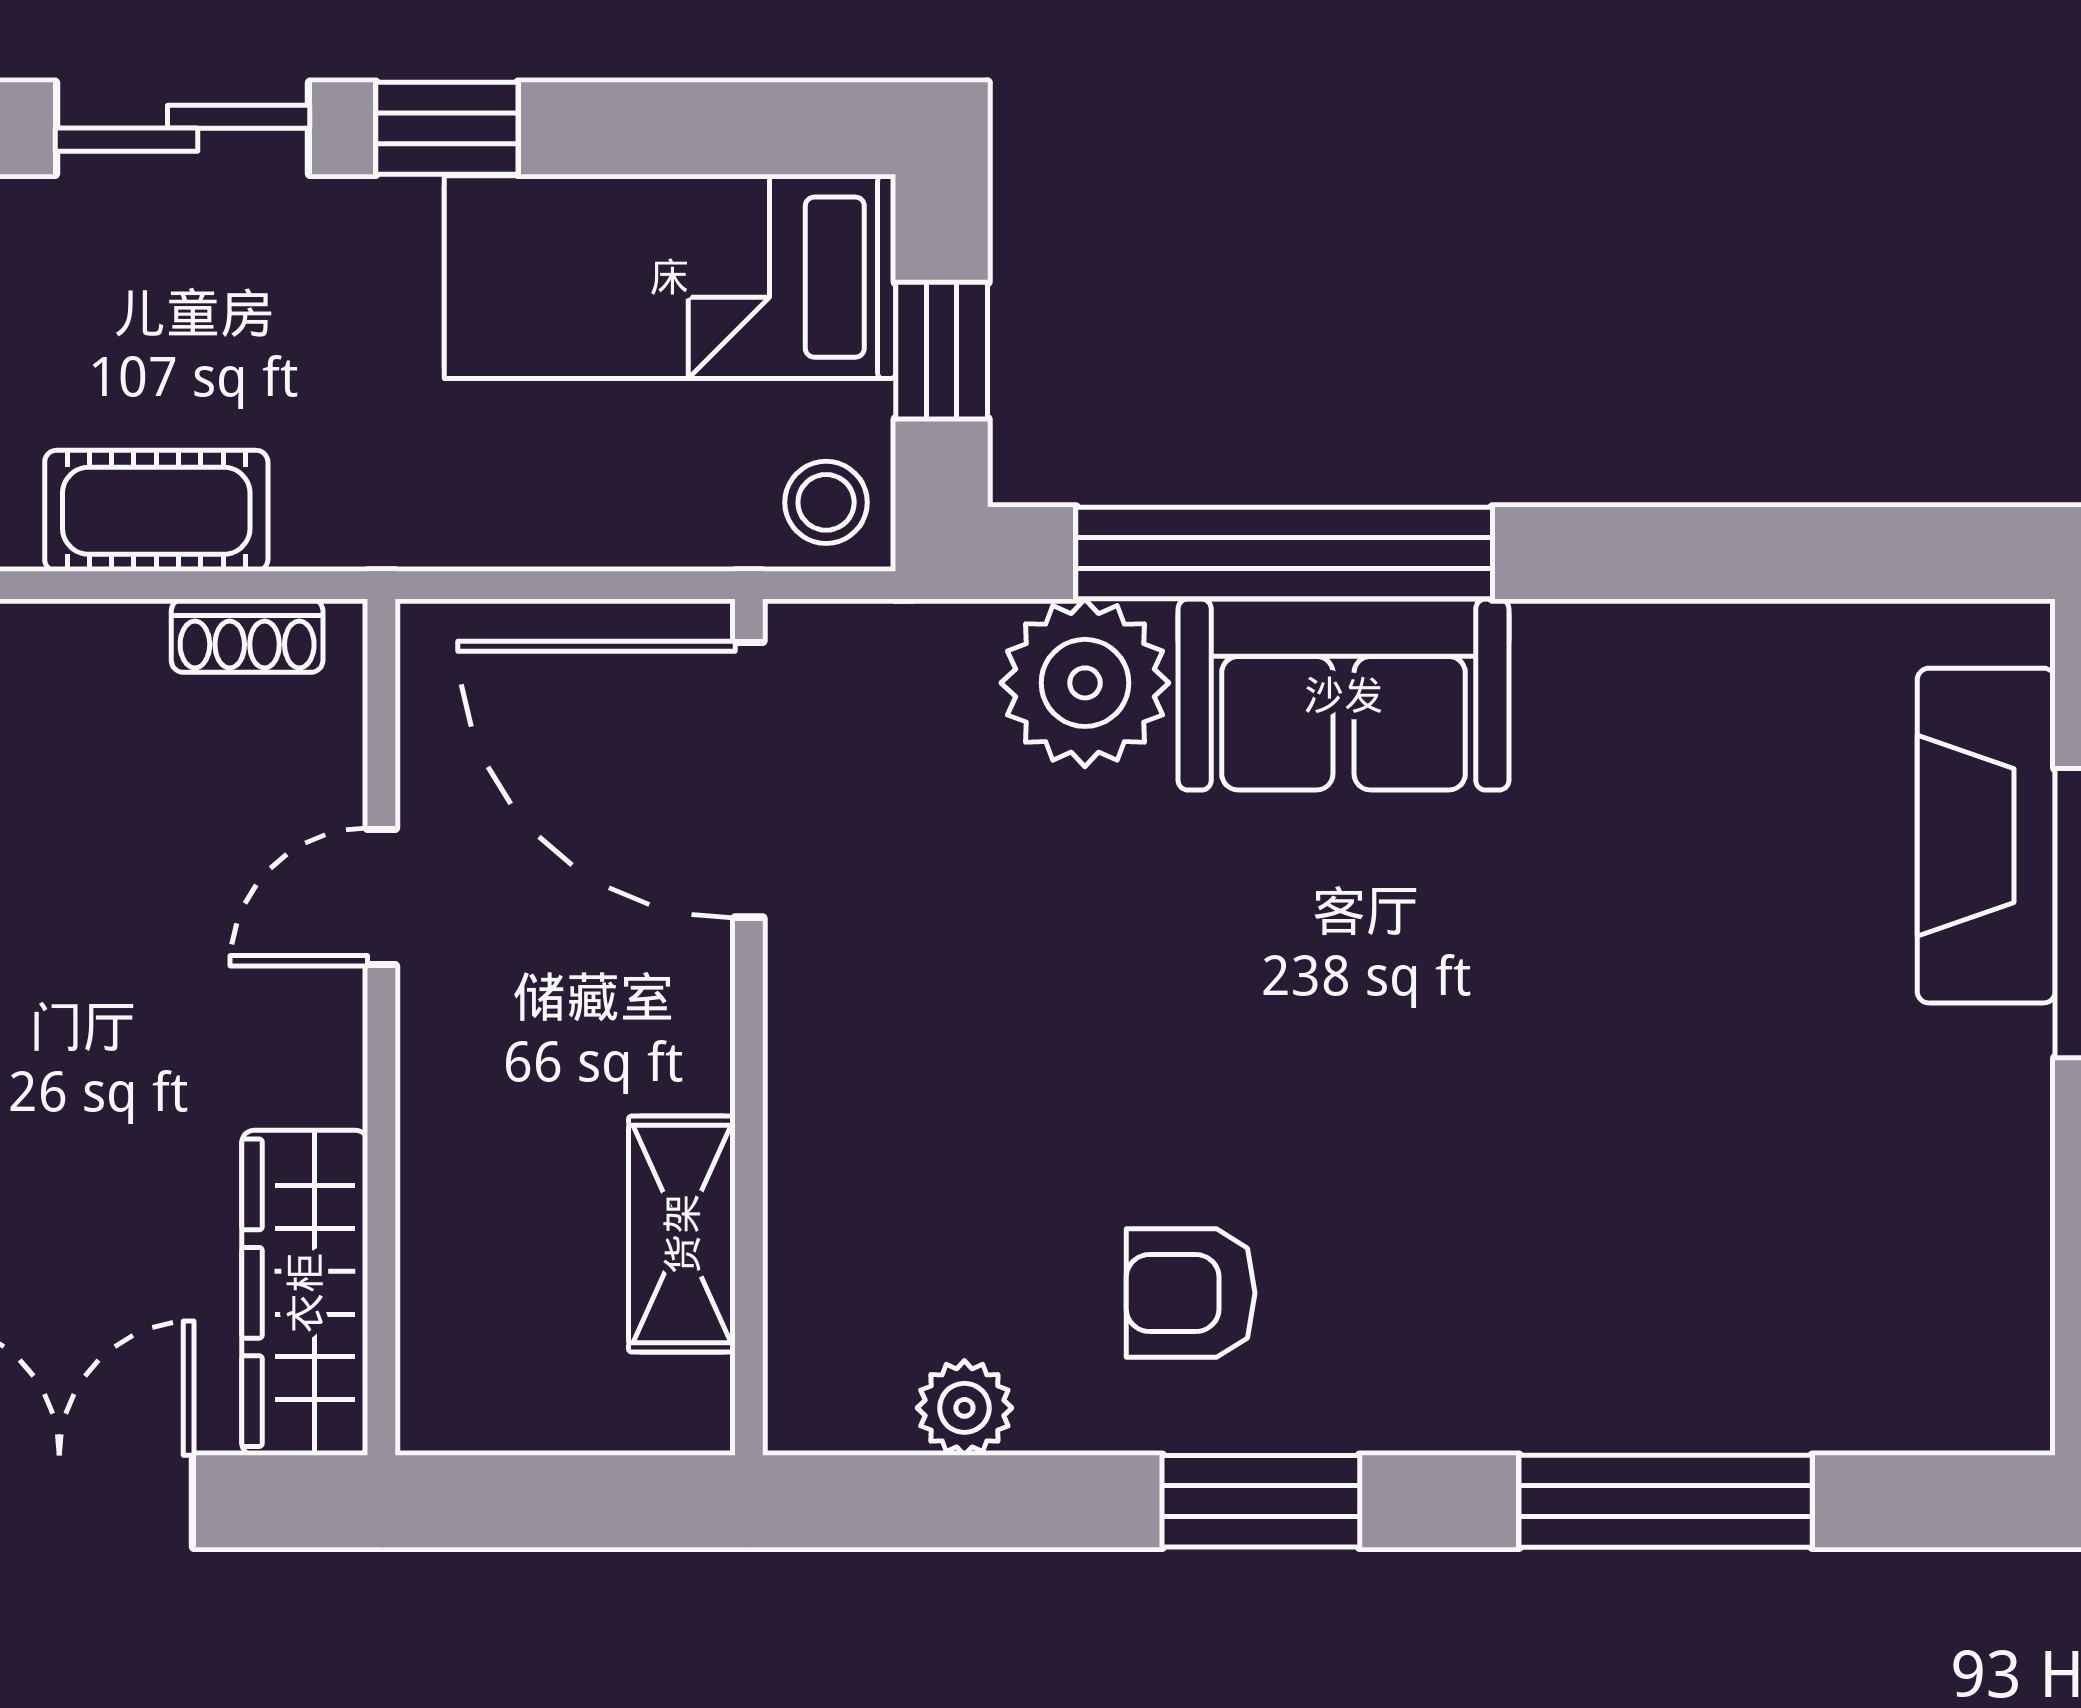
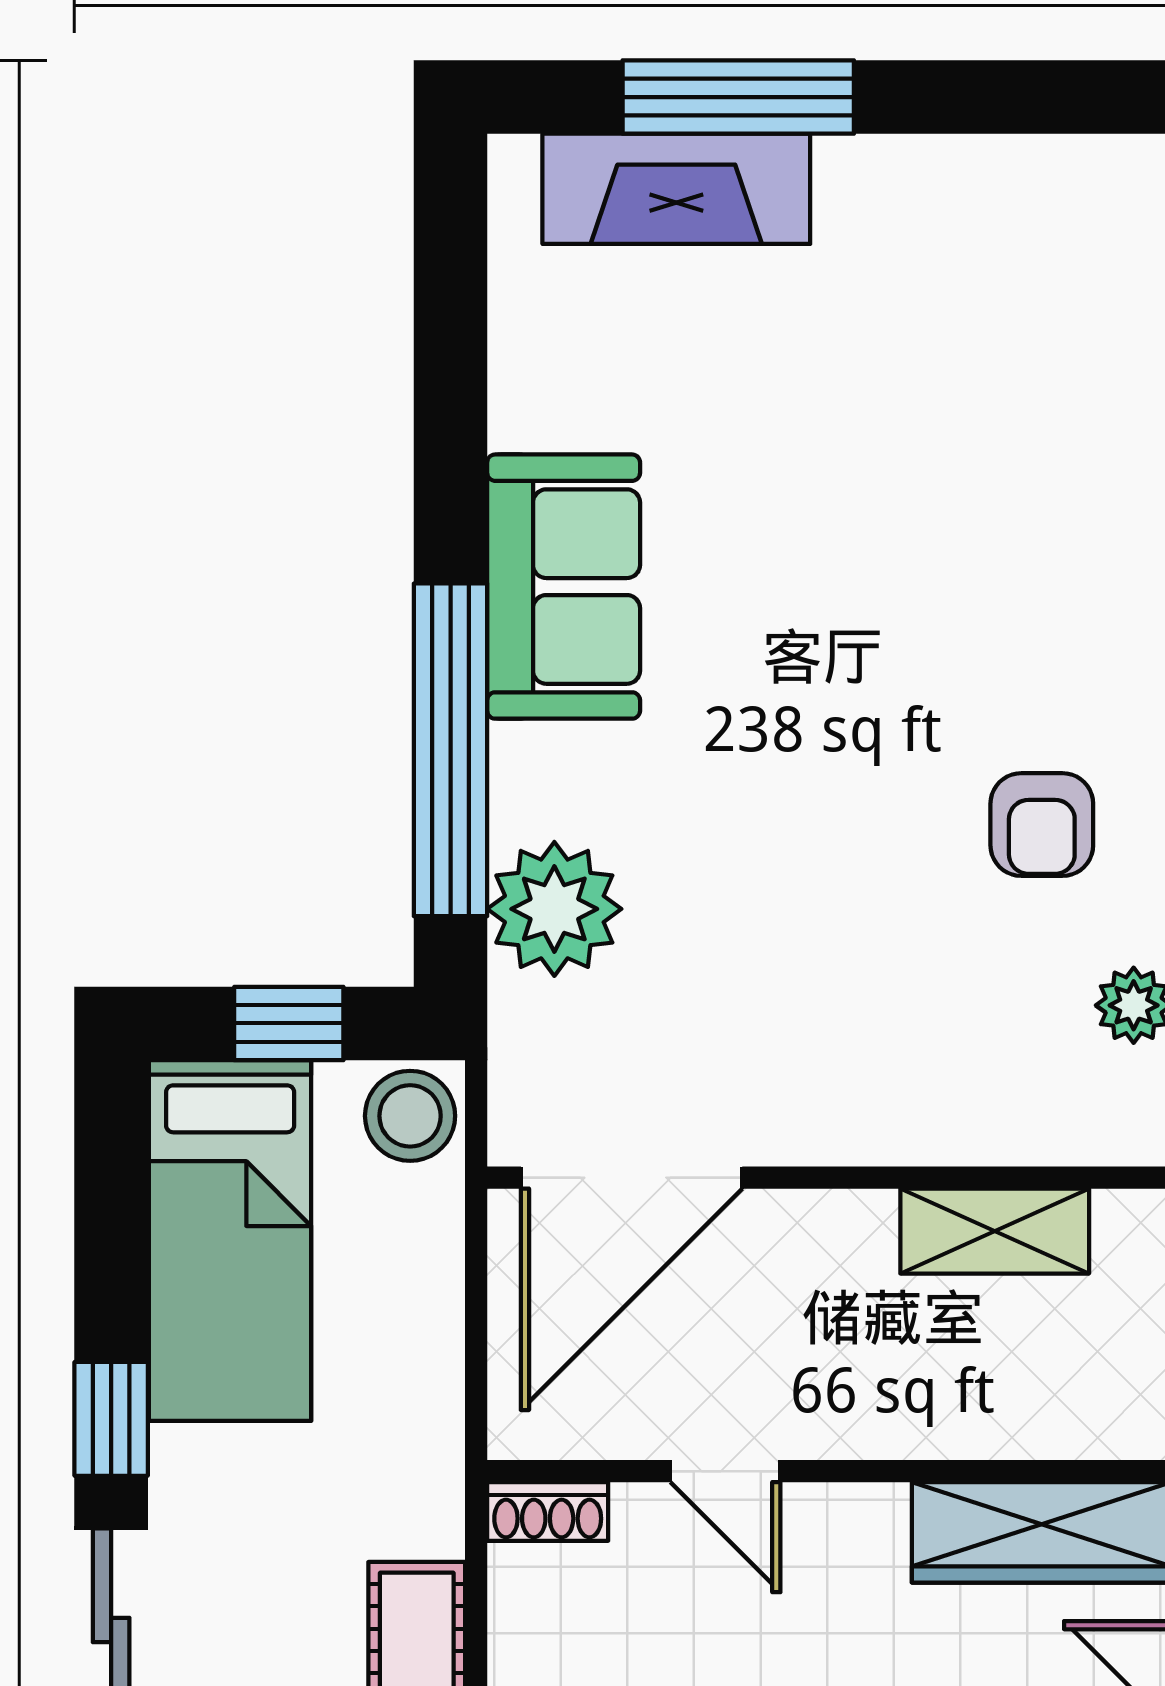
stool: (826, 502) -> (410, 1116), width x1.37, depth x1.37
shoe rack: (247, 636) -> (548, 1511), moved, turned 90
sofa: (1344, 695) -> (564, 587), moved

